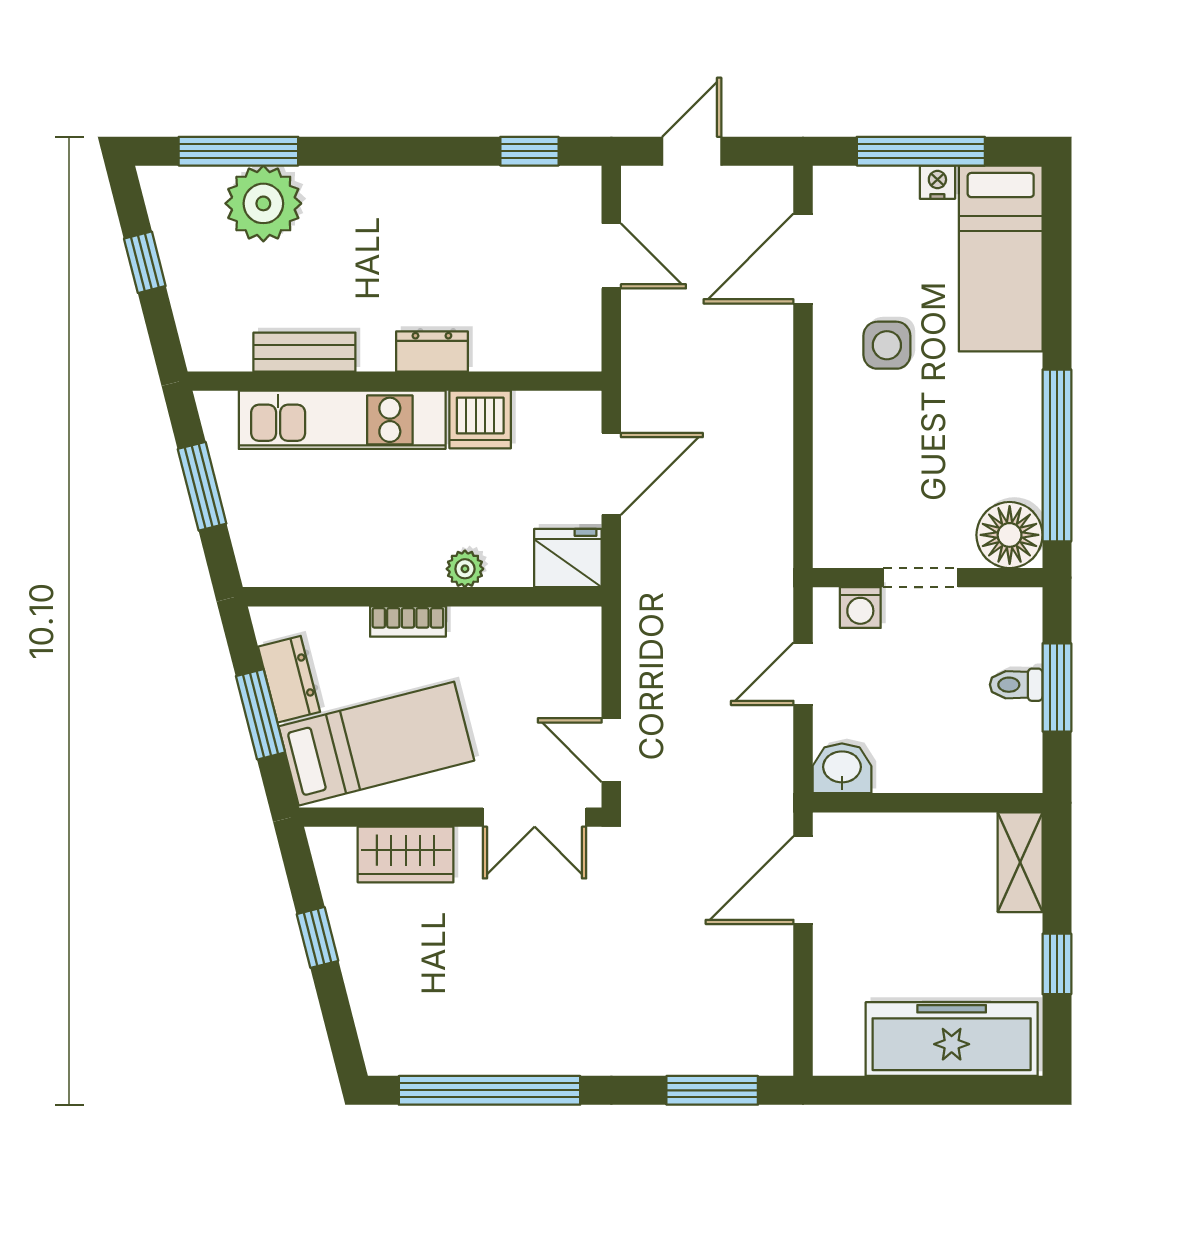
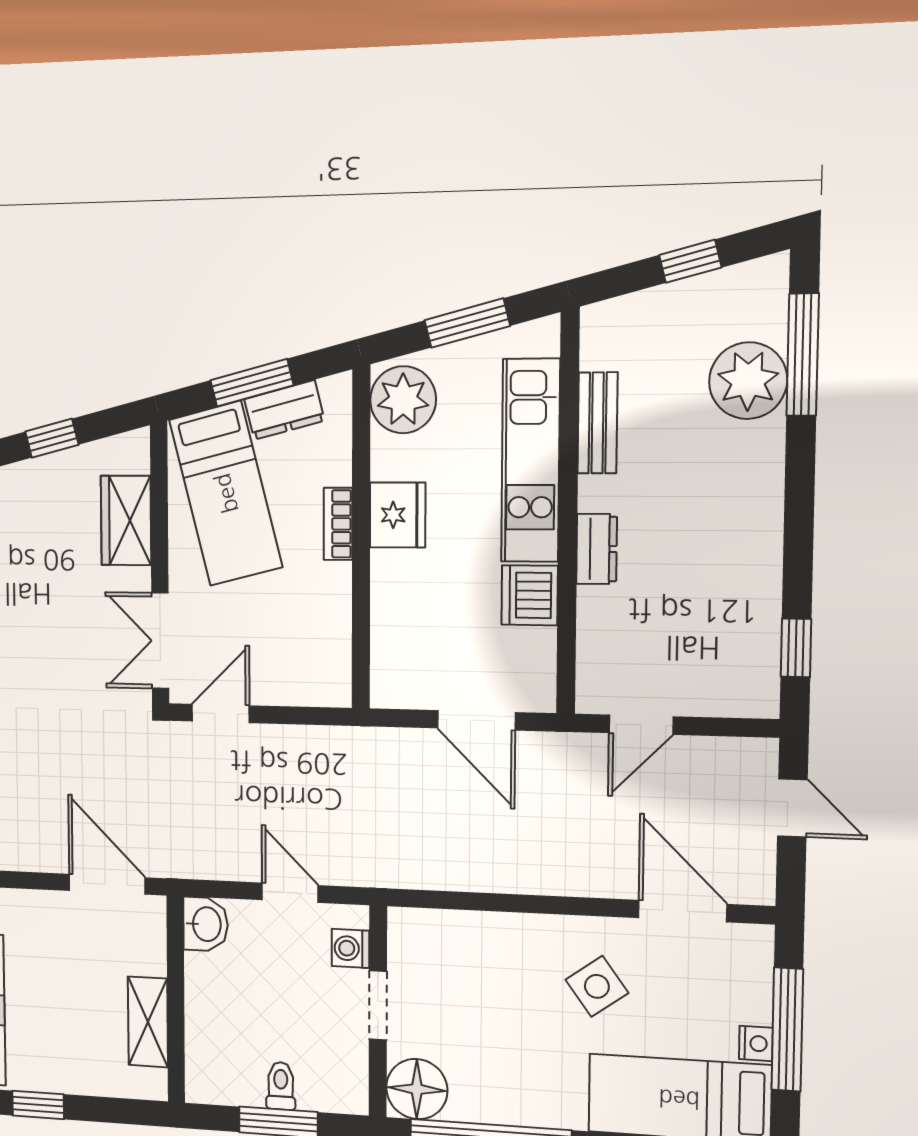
door: (611, 256) -> (641, 725), moved
side table: (887, 345) -> (597, 986), turned -36
fridge: (568, 558) -> (398, 515), moved
plant: (465, 569) -> (403, 400), moved, width x1.87, depth x1.87
shelving: (1020, 862) -> (148, 1022), moved, turned 90

